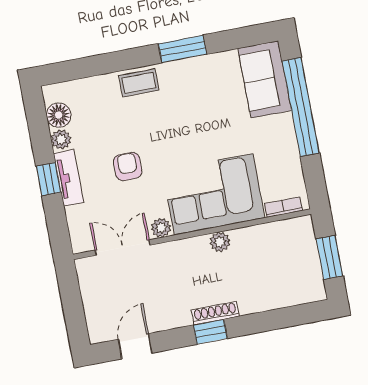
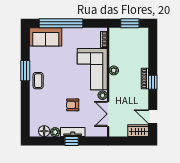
coffee table: (139, 83) -> (38, 81), moved
wardrobe: (99, 320) -> (138, 131), added

